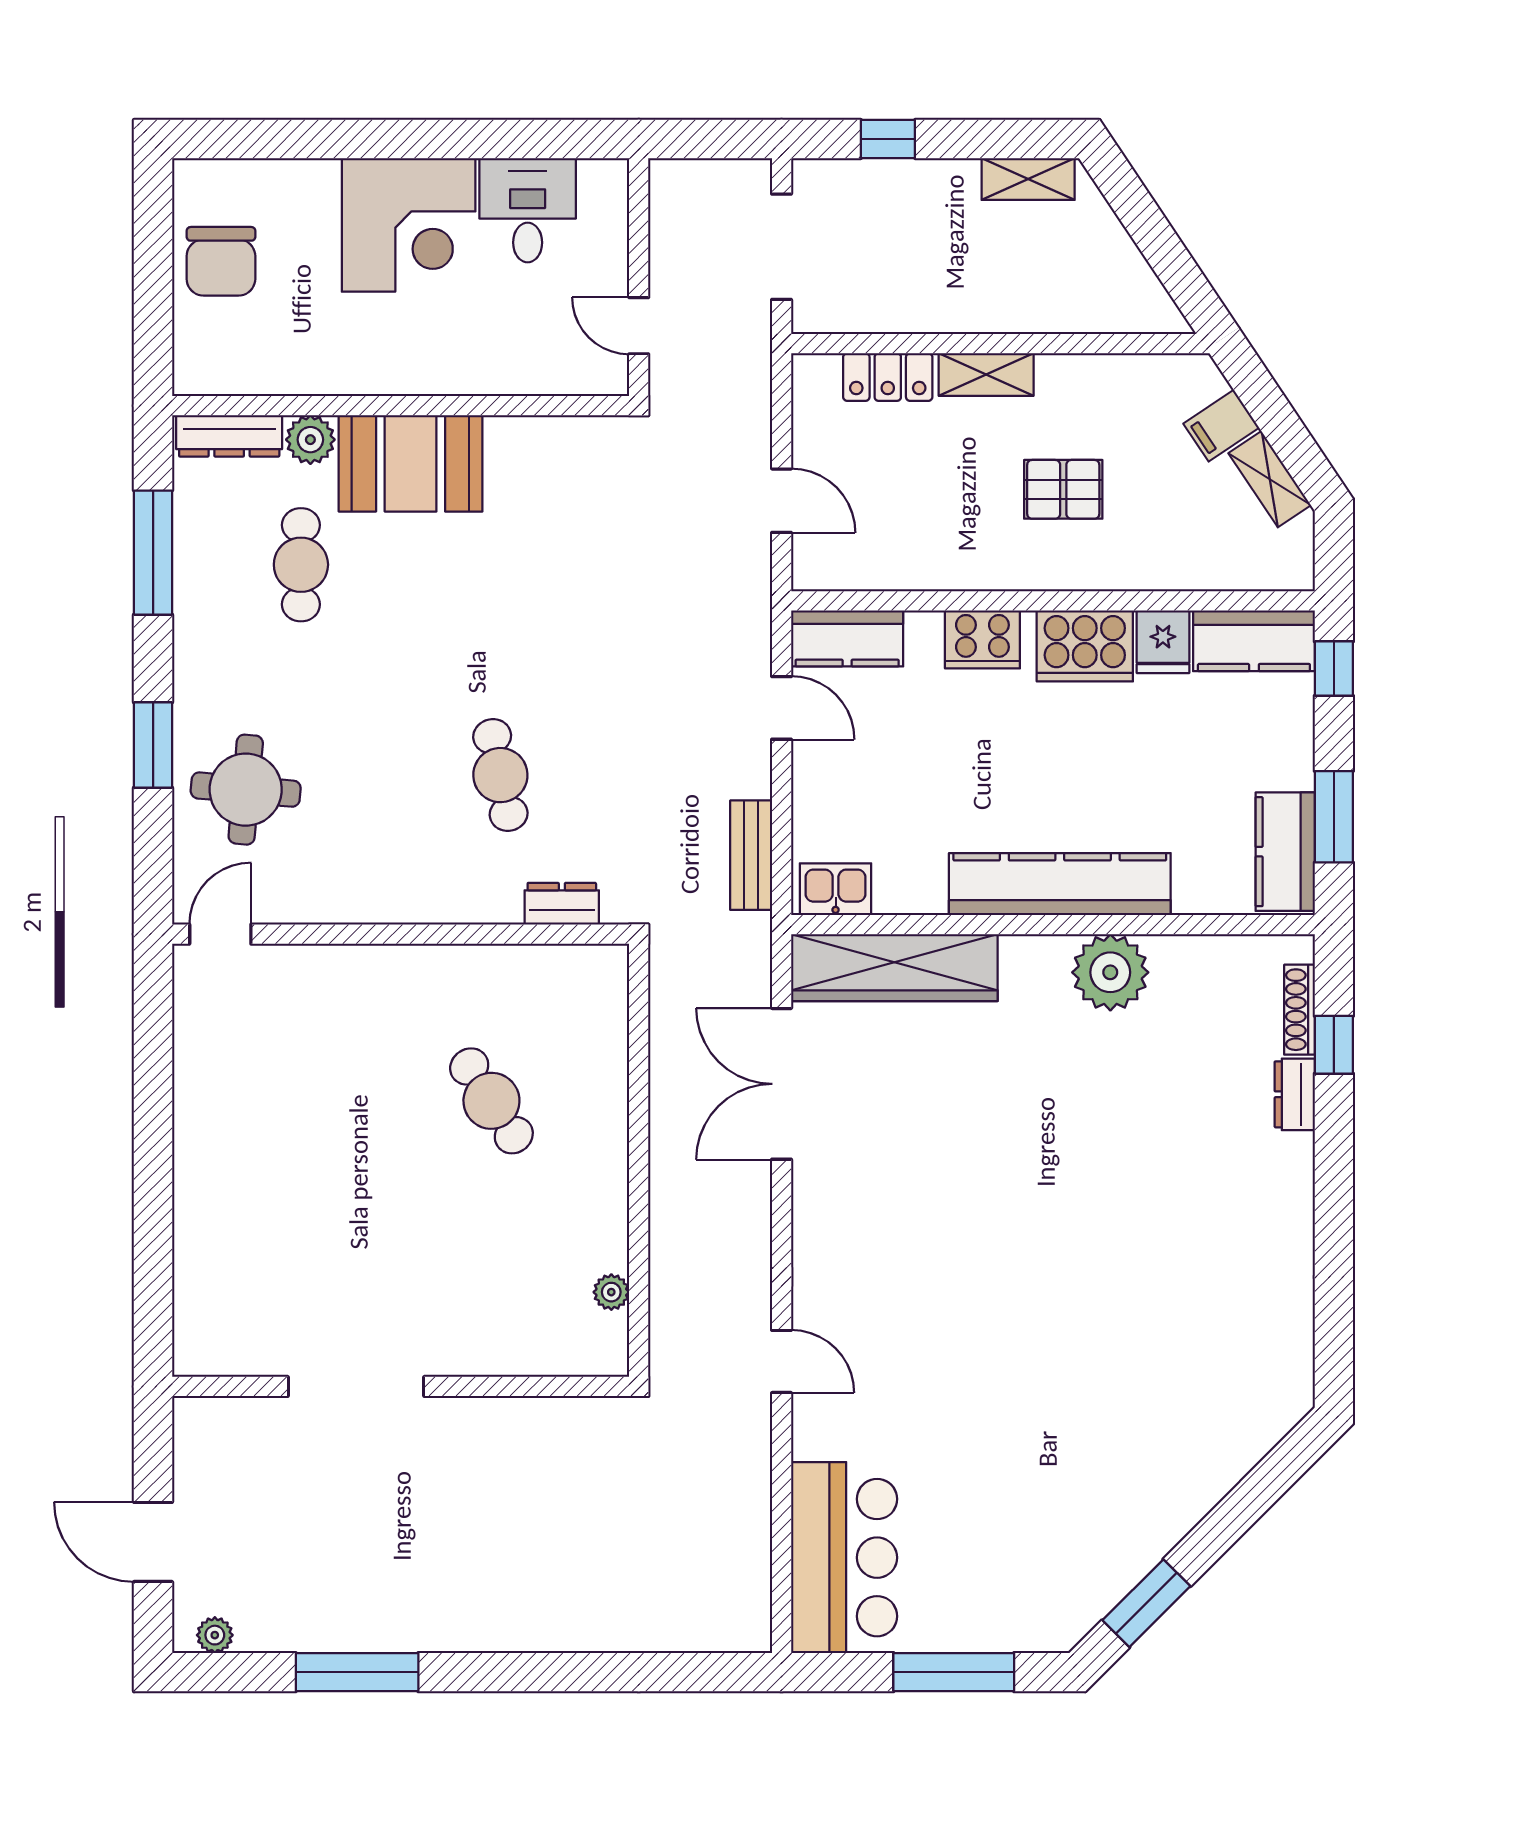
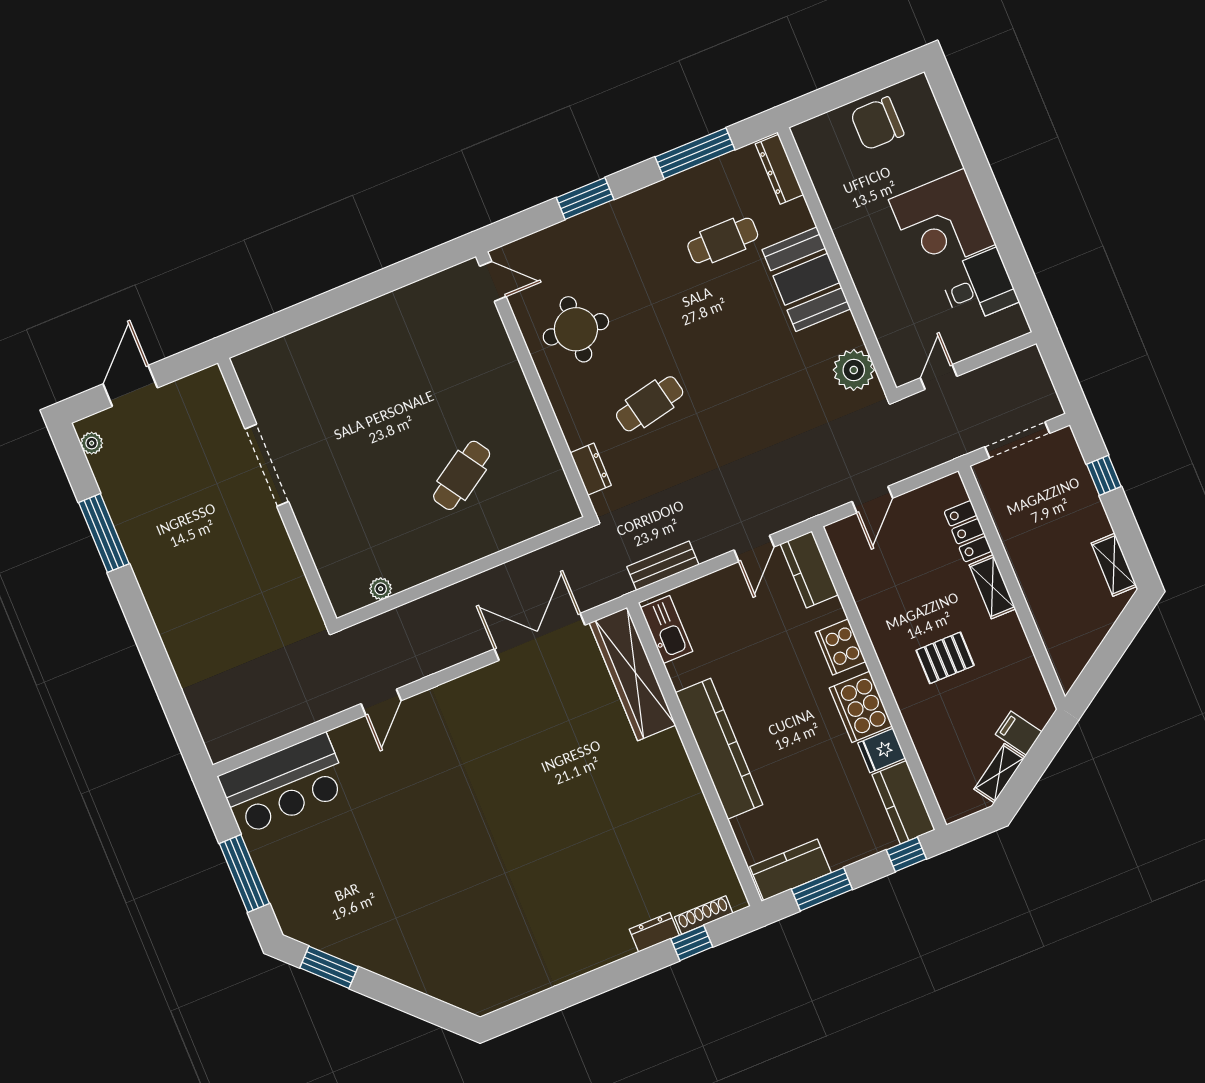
plant: (310, 440) -> (854, 370), moved, width x1.36, depth x1.36
pallet: (1063, 489) -> (945, 658), turned 90
round table: (246, 790) -> (576, 329), moved
kitchen sink: (836, 889) -> (666, 630), width x1.37
plant: (1110, 972) -> (680, 798), removed

